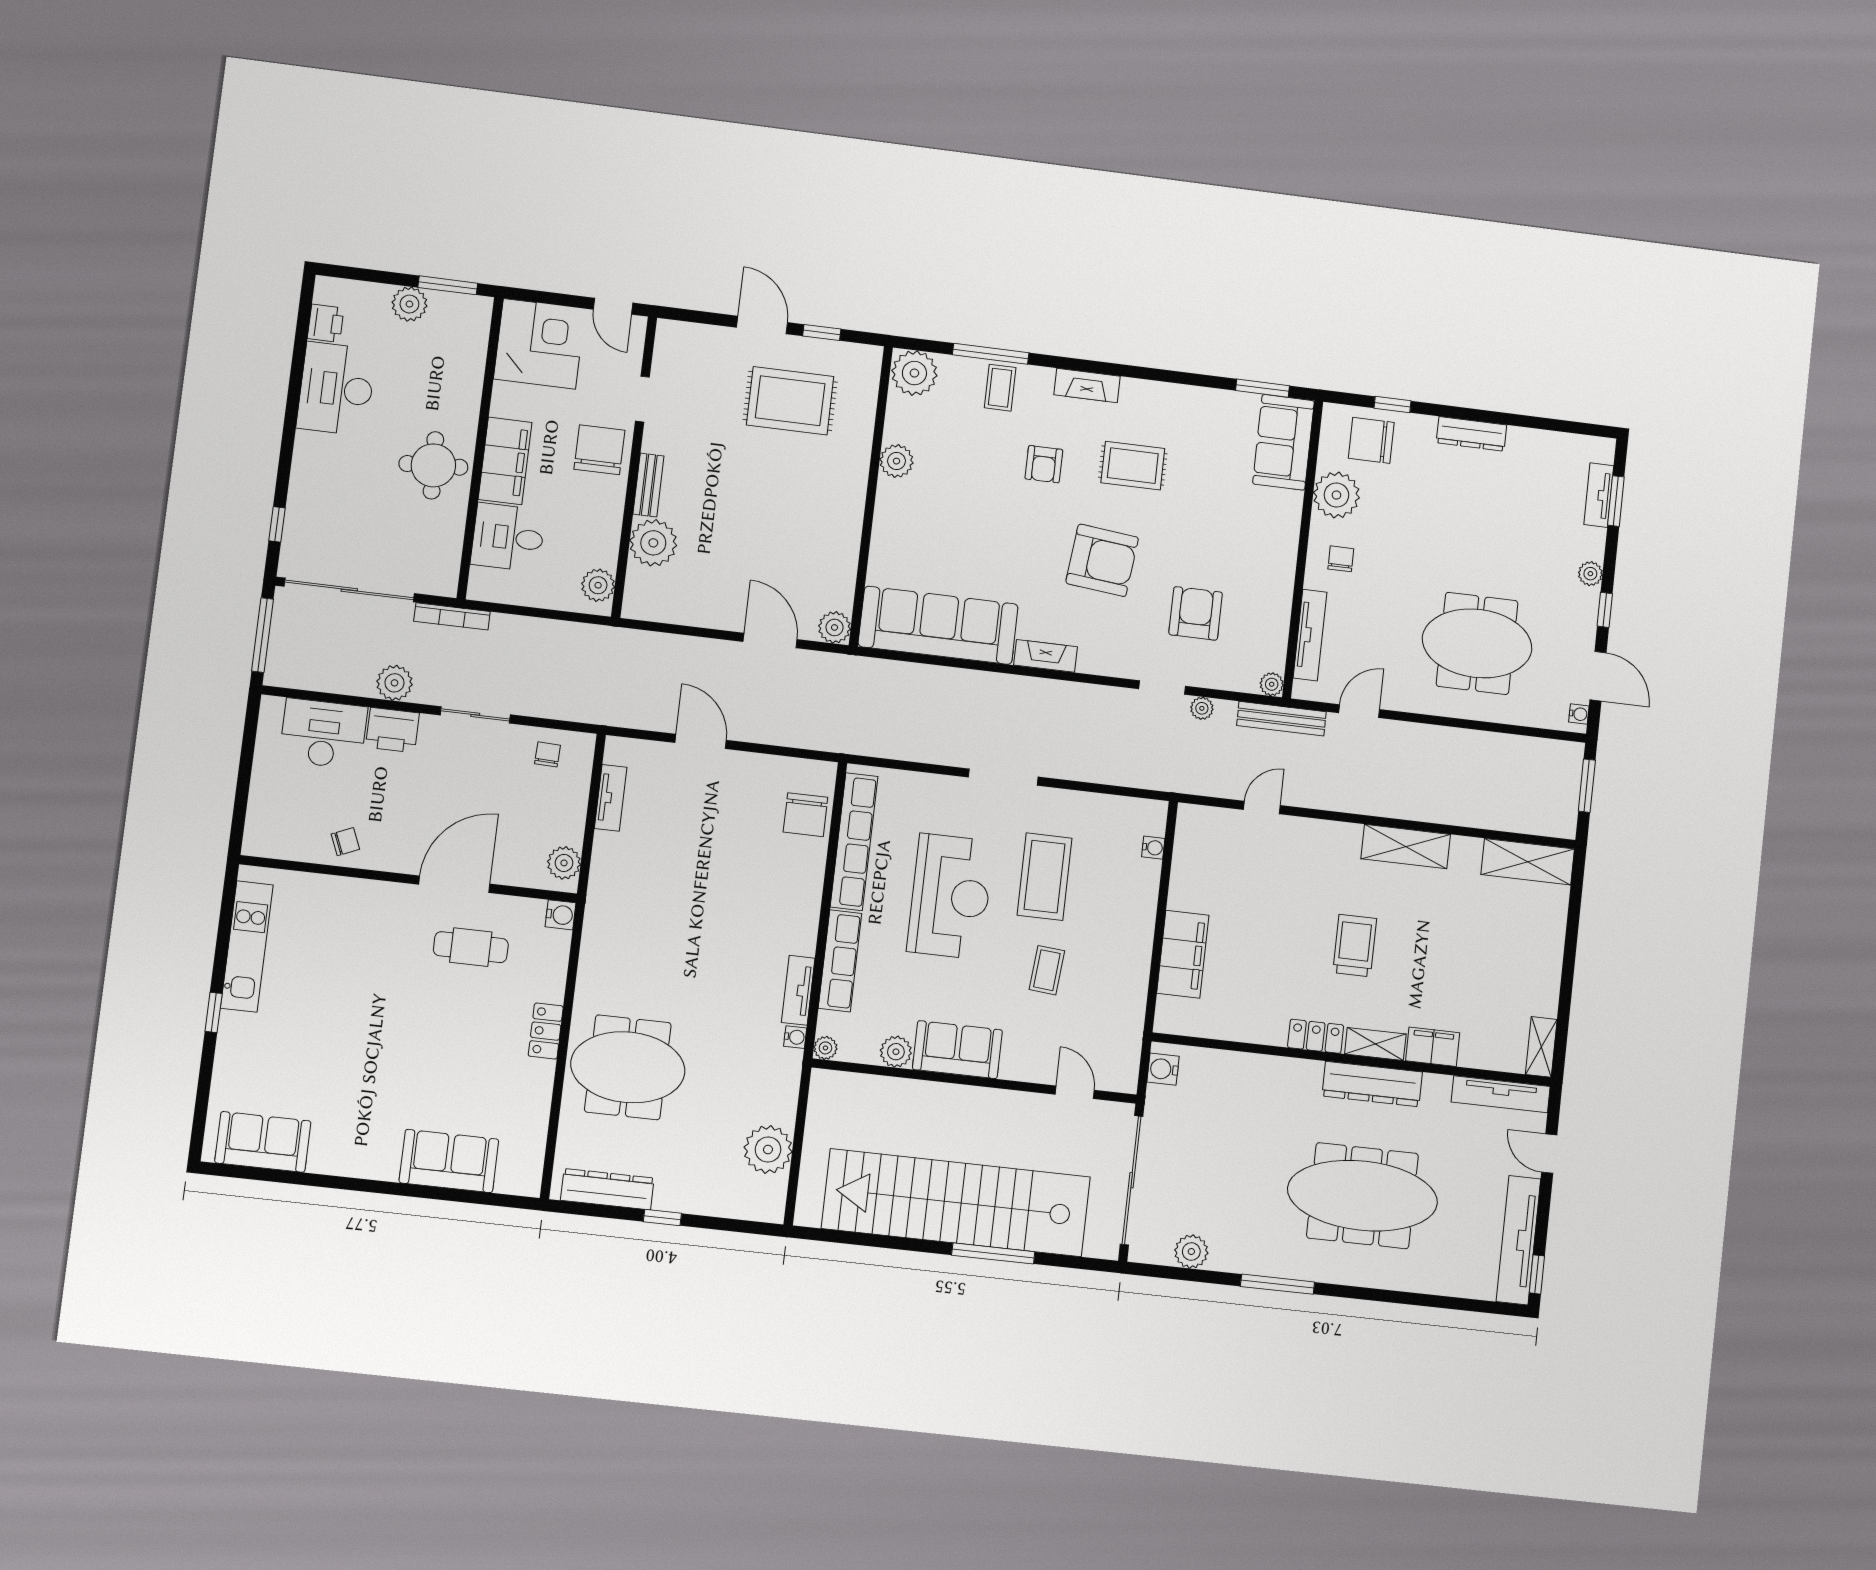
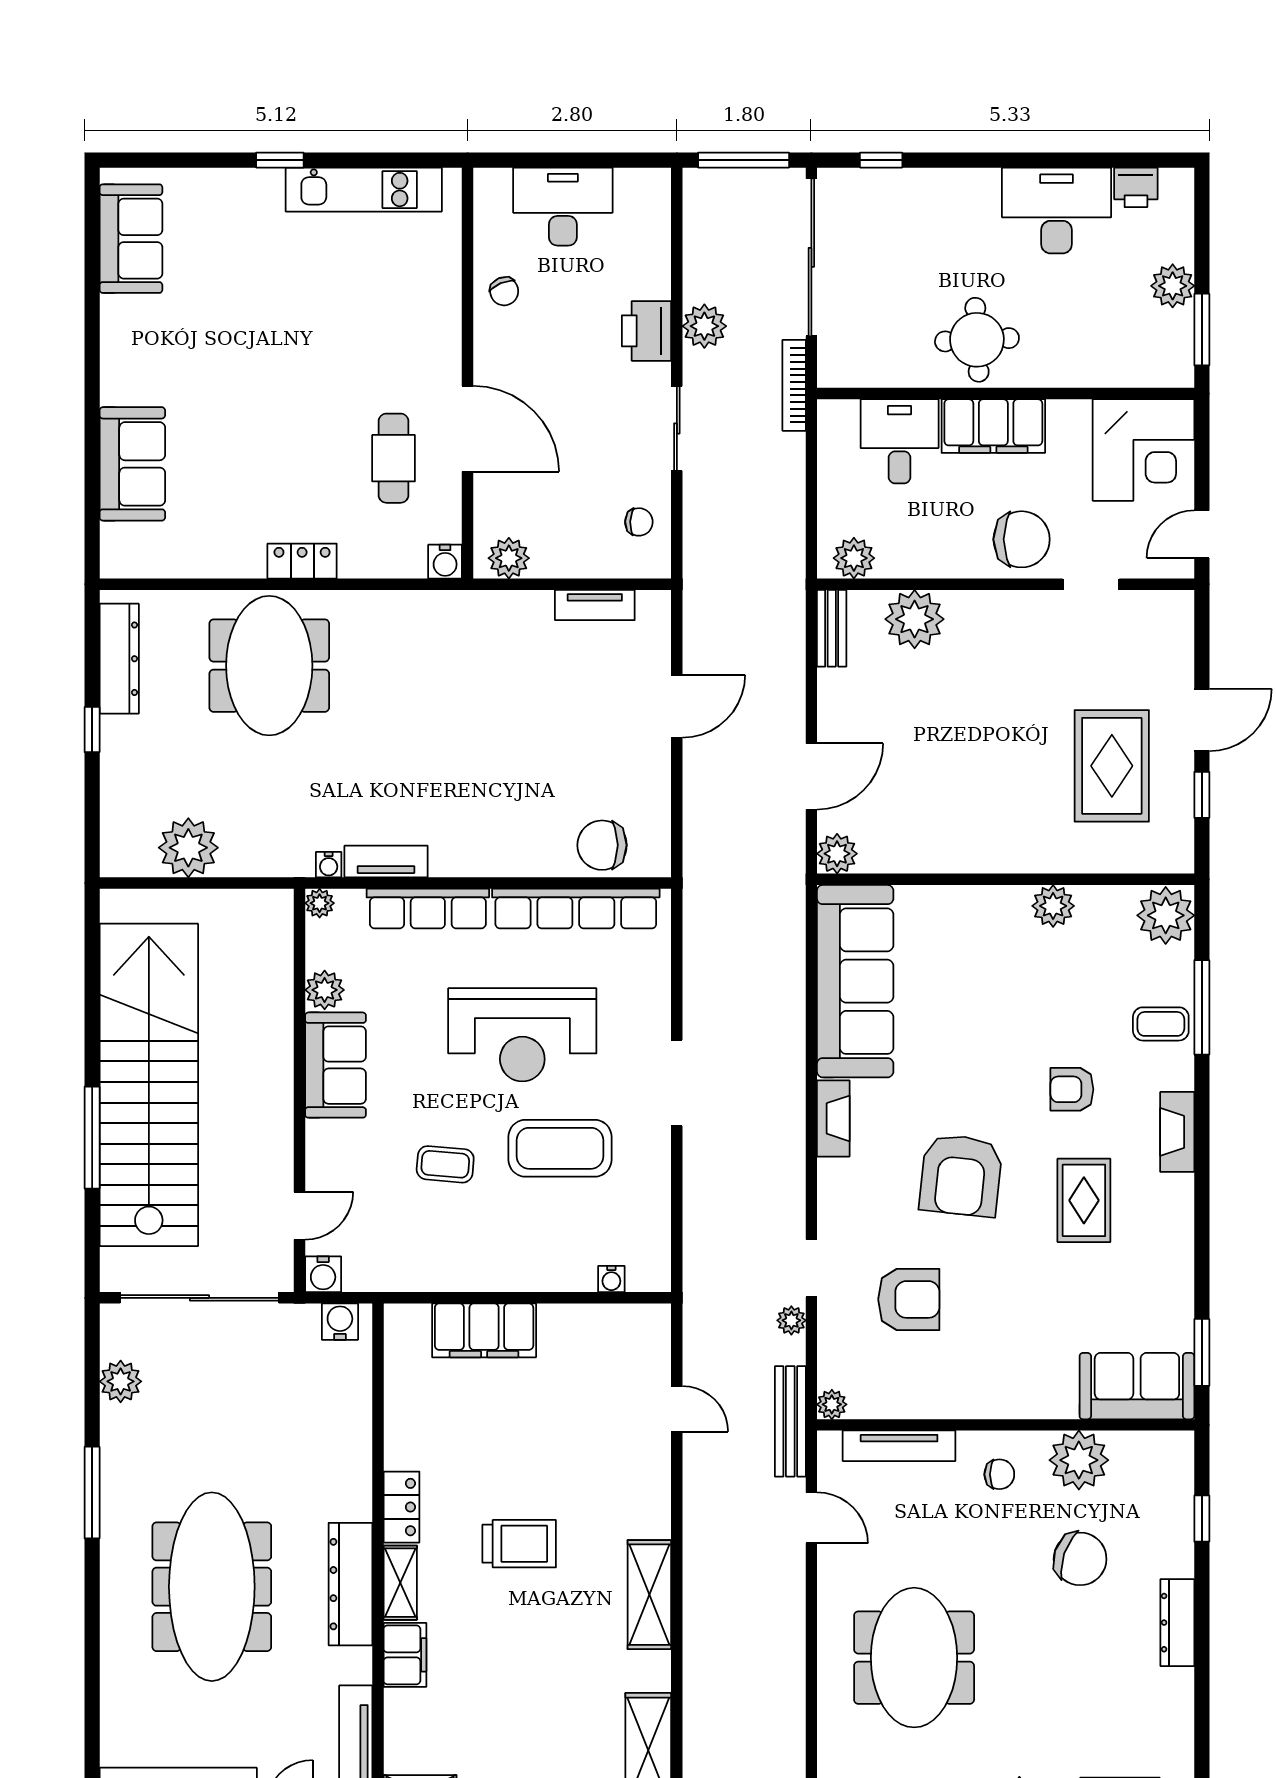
chair: (1371, 440) -> (1080, 1559), moved, turned 109
bench: (648, 485) -> (832, 628), moved, turned 90
desk: (323, 734) -> (563, 207), moved, turned -90
water cooler: (1124, 1078) -> (323, 1274), added

